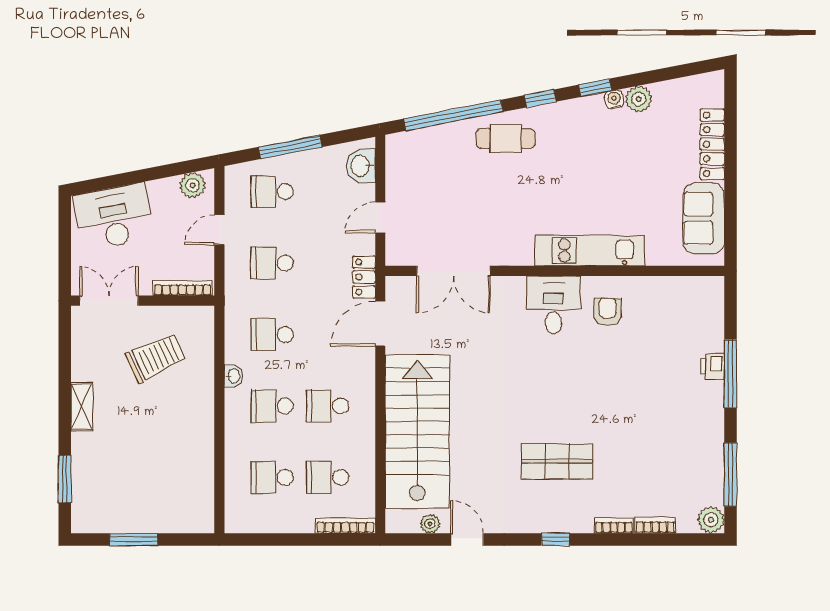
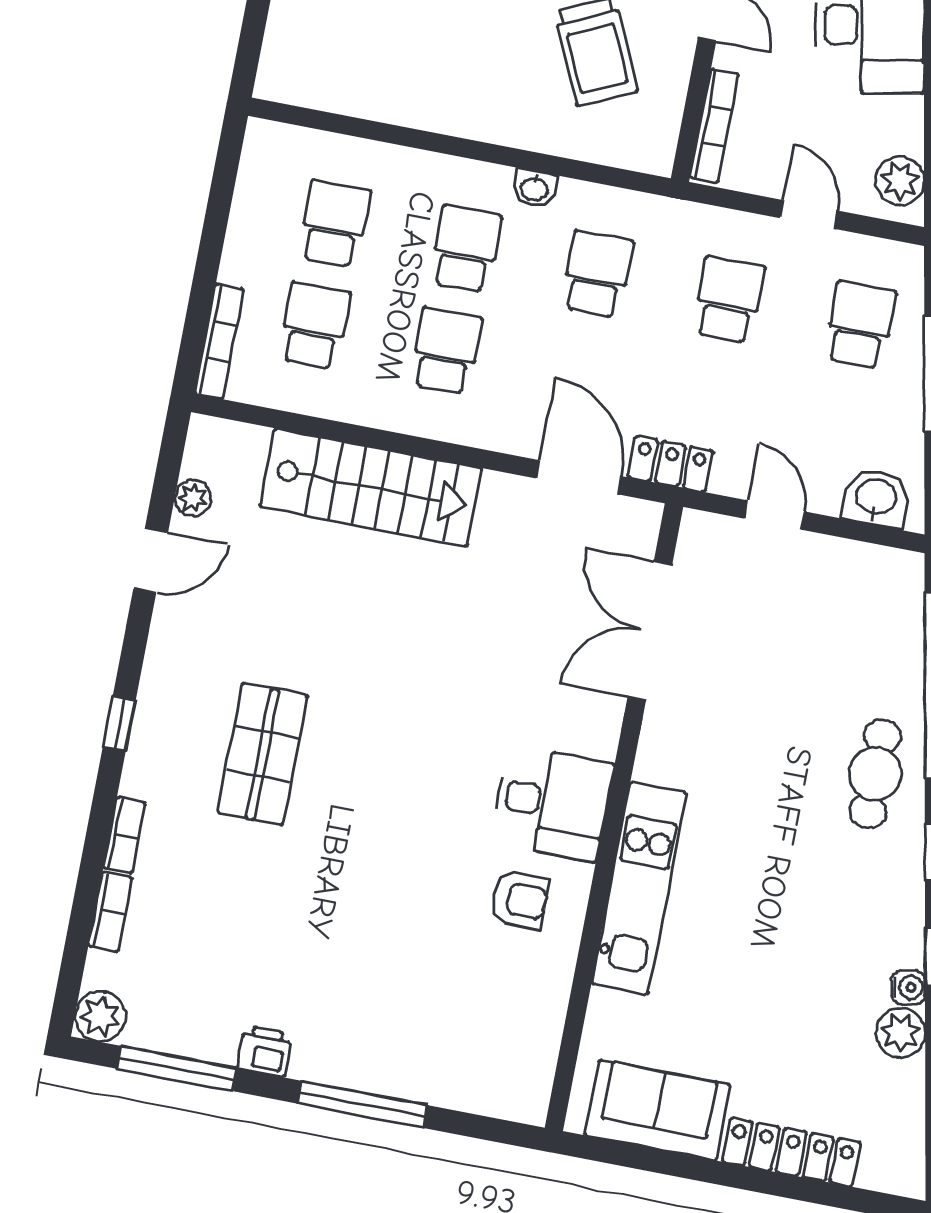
printer: (713, 366) -> (264, 1051), moved
stairs: (417, 432) -> (371, 487), width x0.73, depth x0.66

